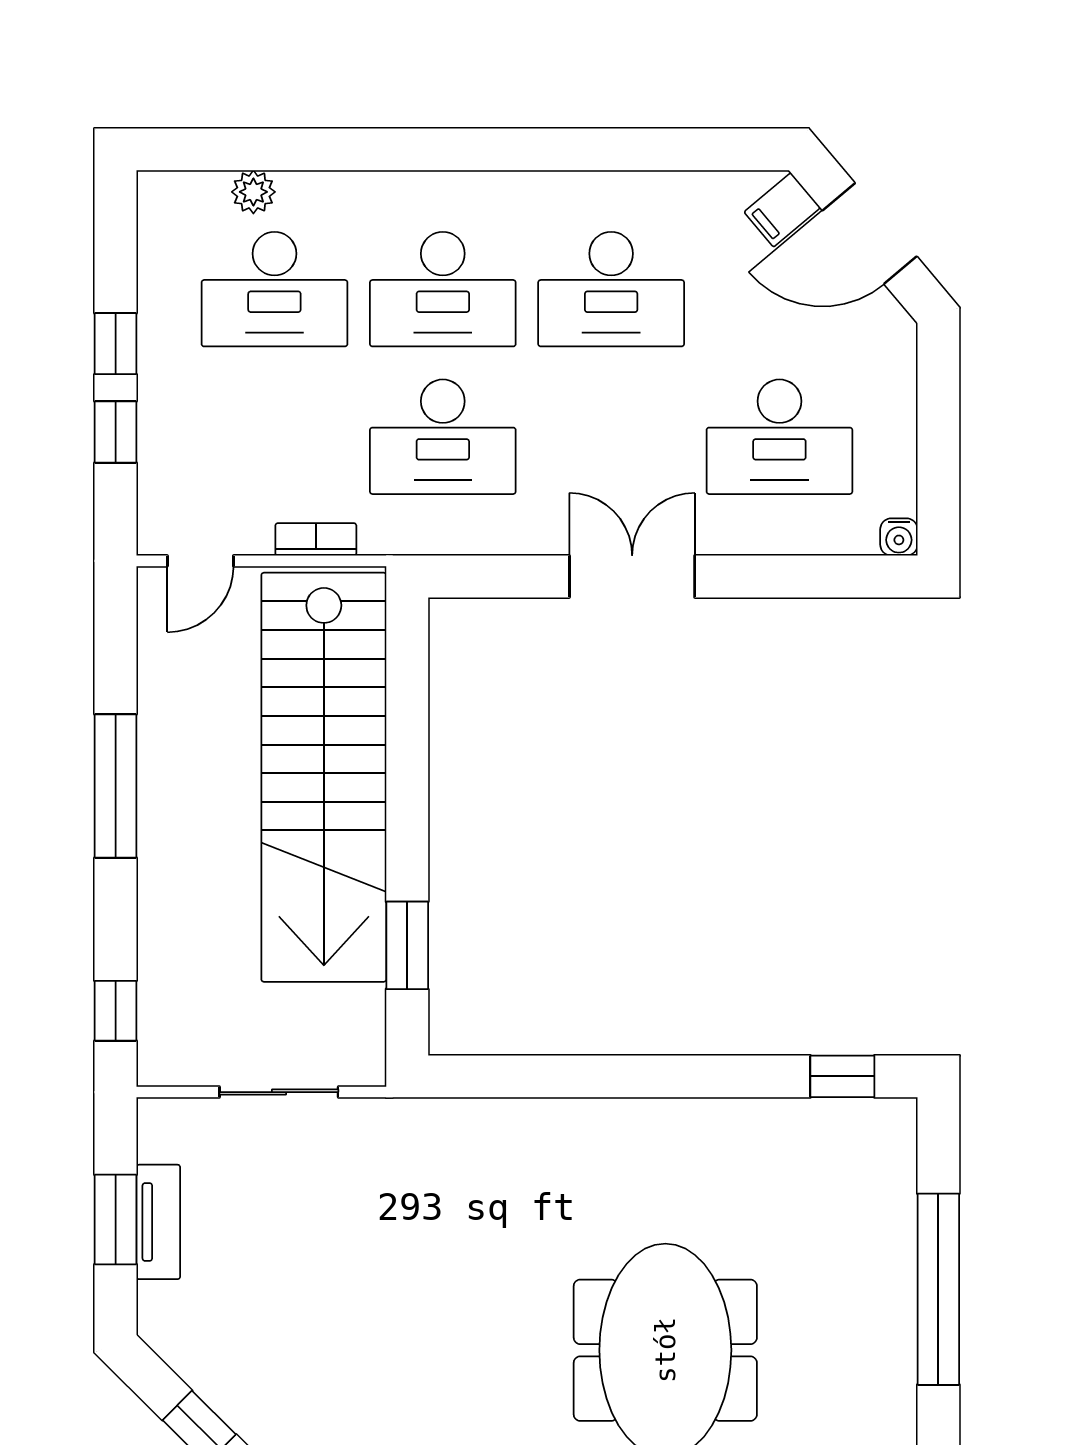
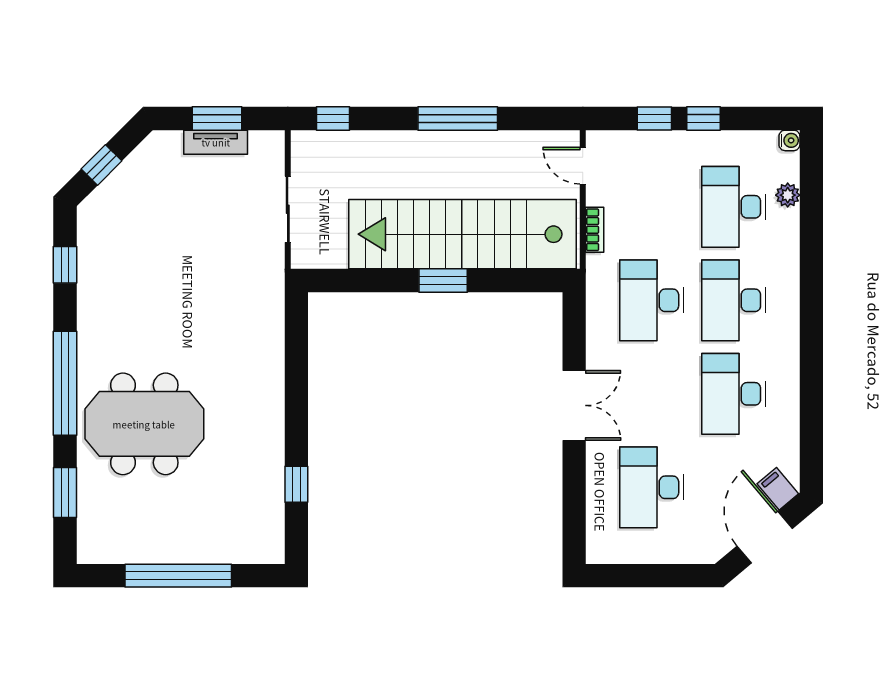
water cooler: (899, 537) -> (789, 140), moved, turned 180
window: (407, 945) -> (443, 280), moved
window: (842, 1076) -> (296, 484), moved

